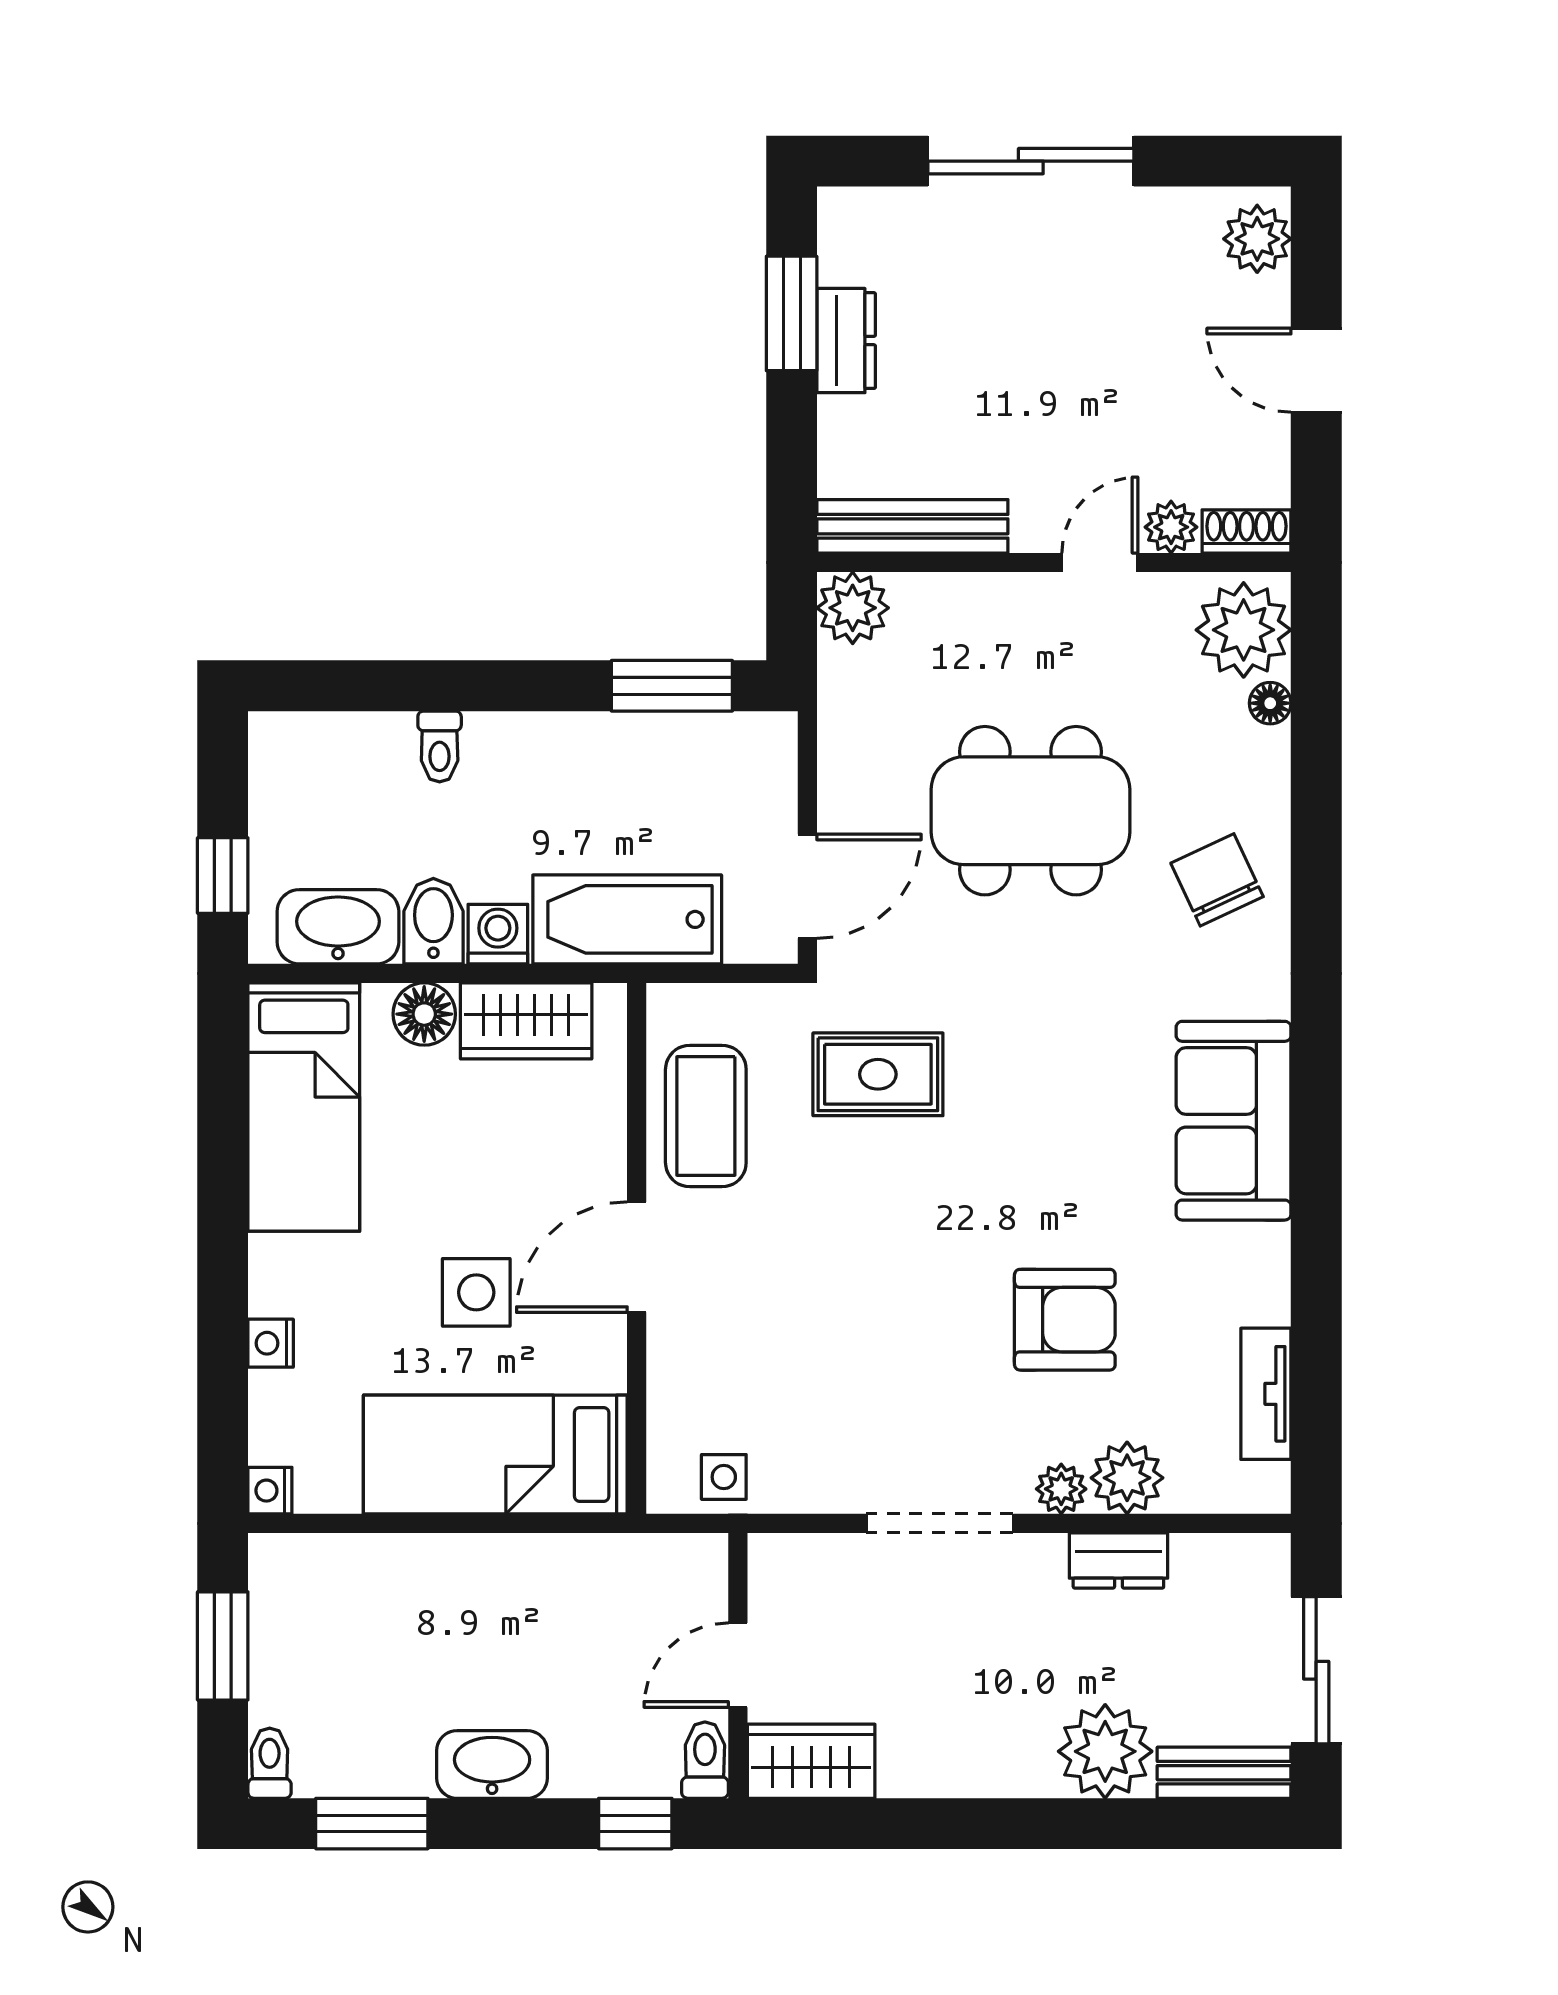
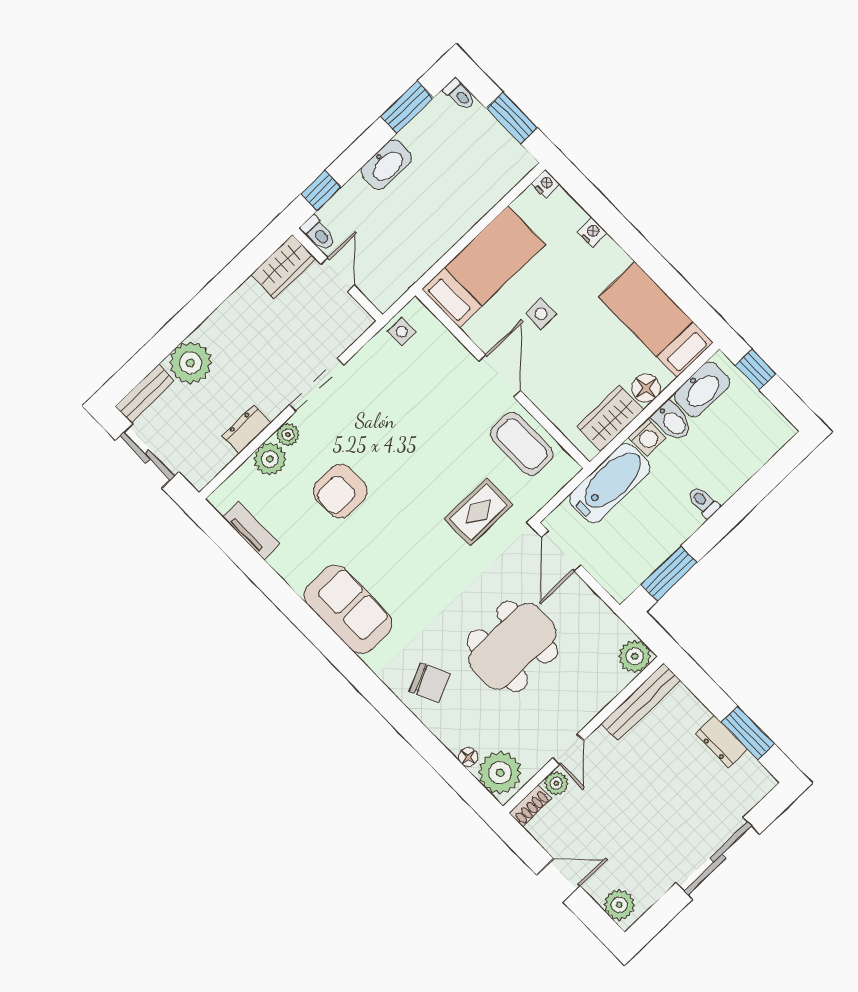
toilet: (440, 746) -> (703, 502), moved
side table: (476, 1292) -> (541, 314), width x0.73, depth x0.73

